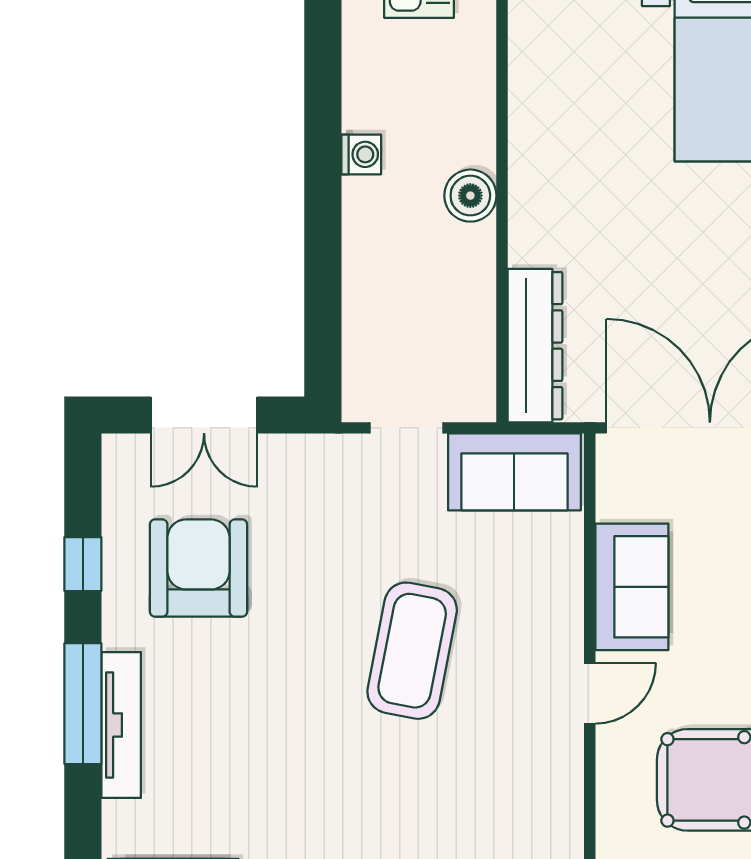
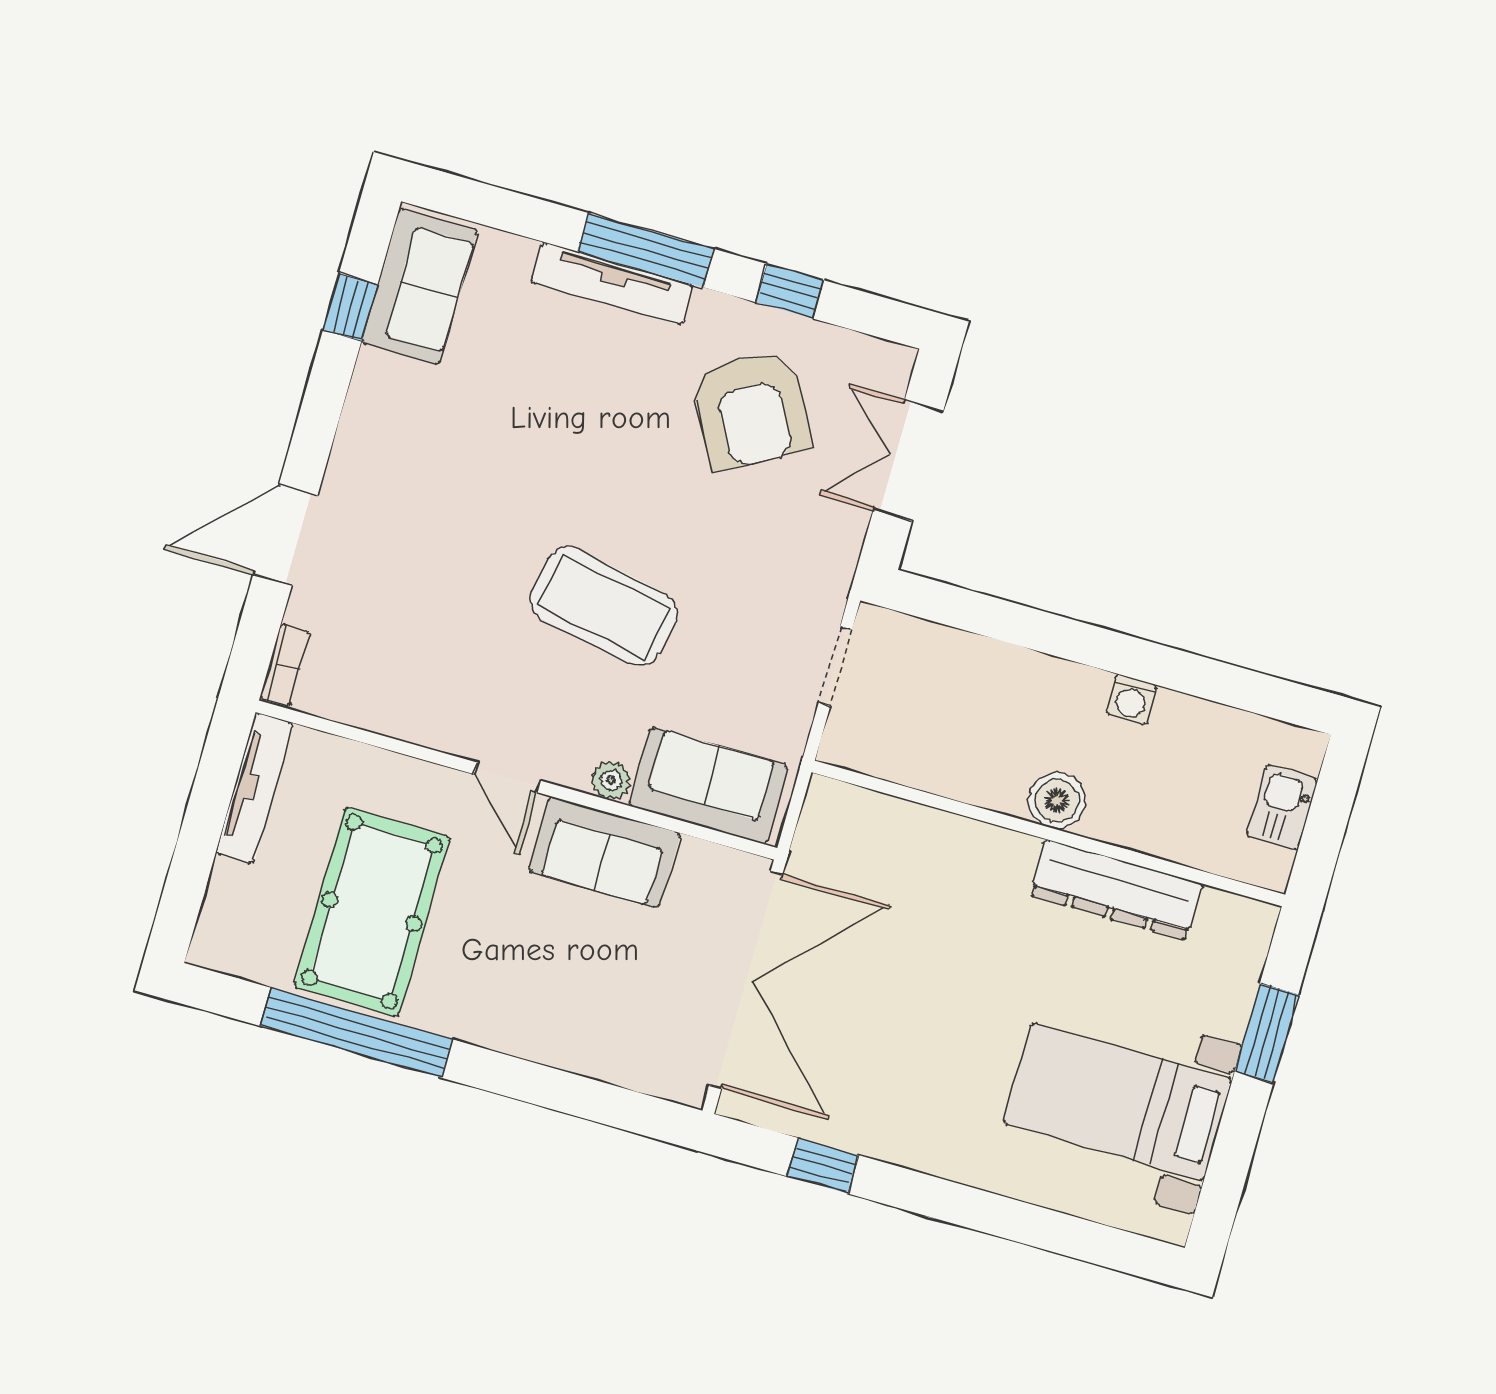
dresser: (535, 346) -> (1116, 890), moved
sofa: (514, 472) -> (708, 786), moved, turned 90
armchair: (198, 568) -> (752, 410), turned 61
plant: (566, 599) -> (611, 780), added

